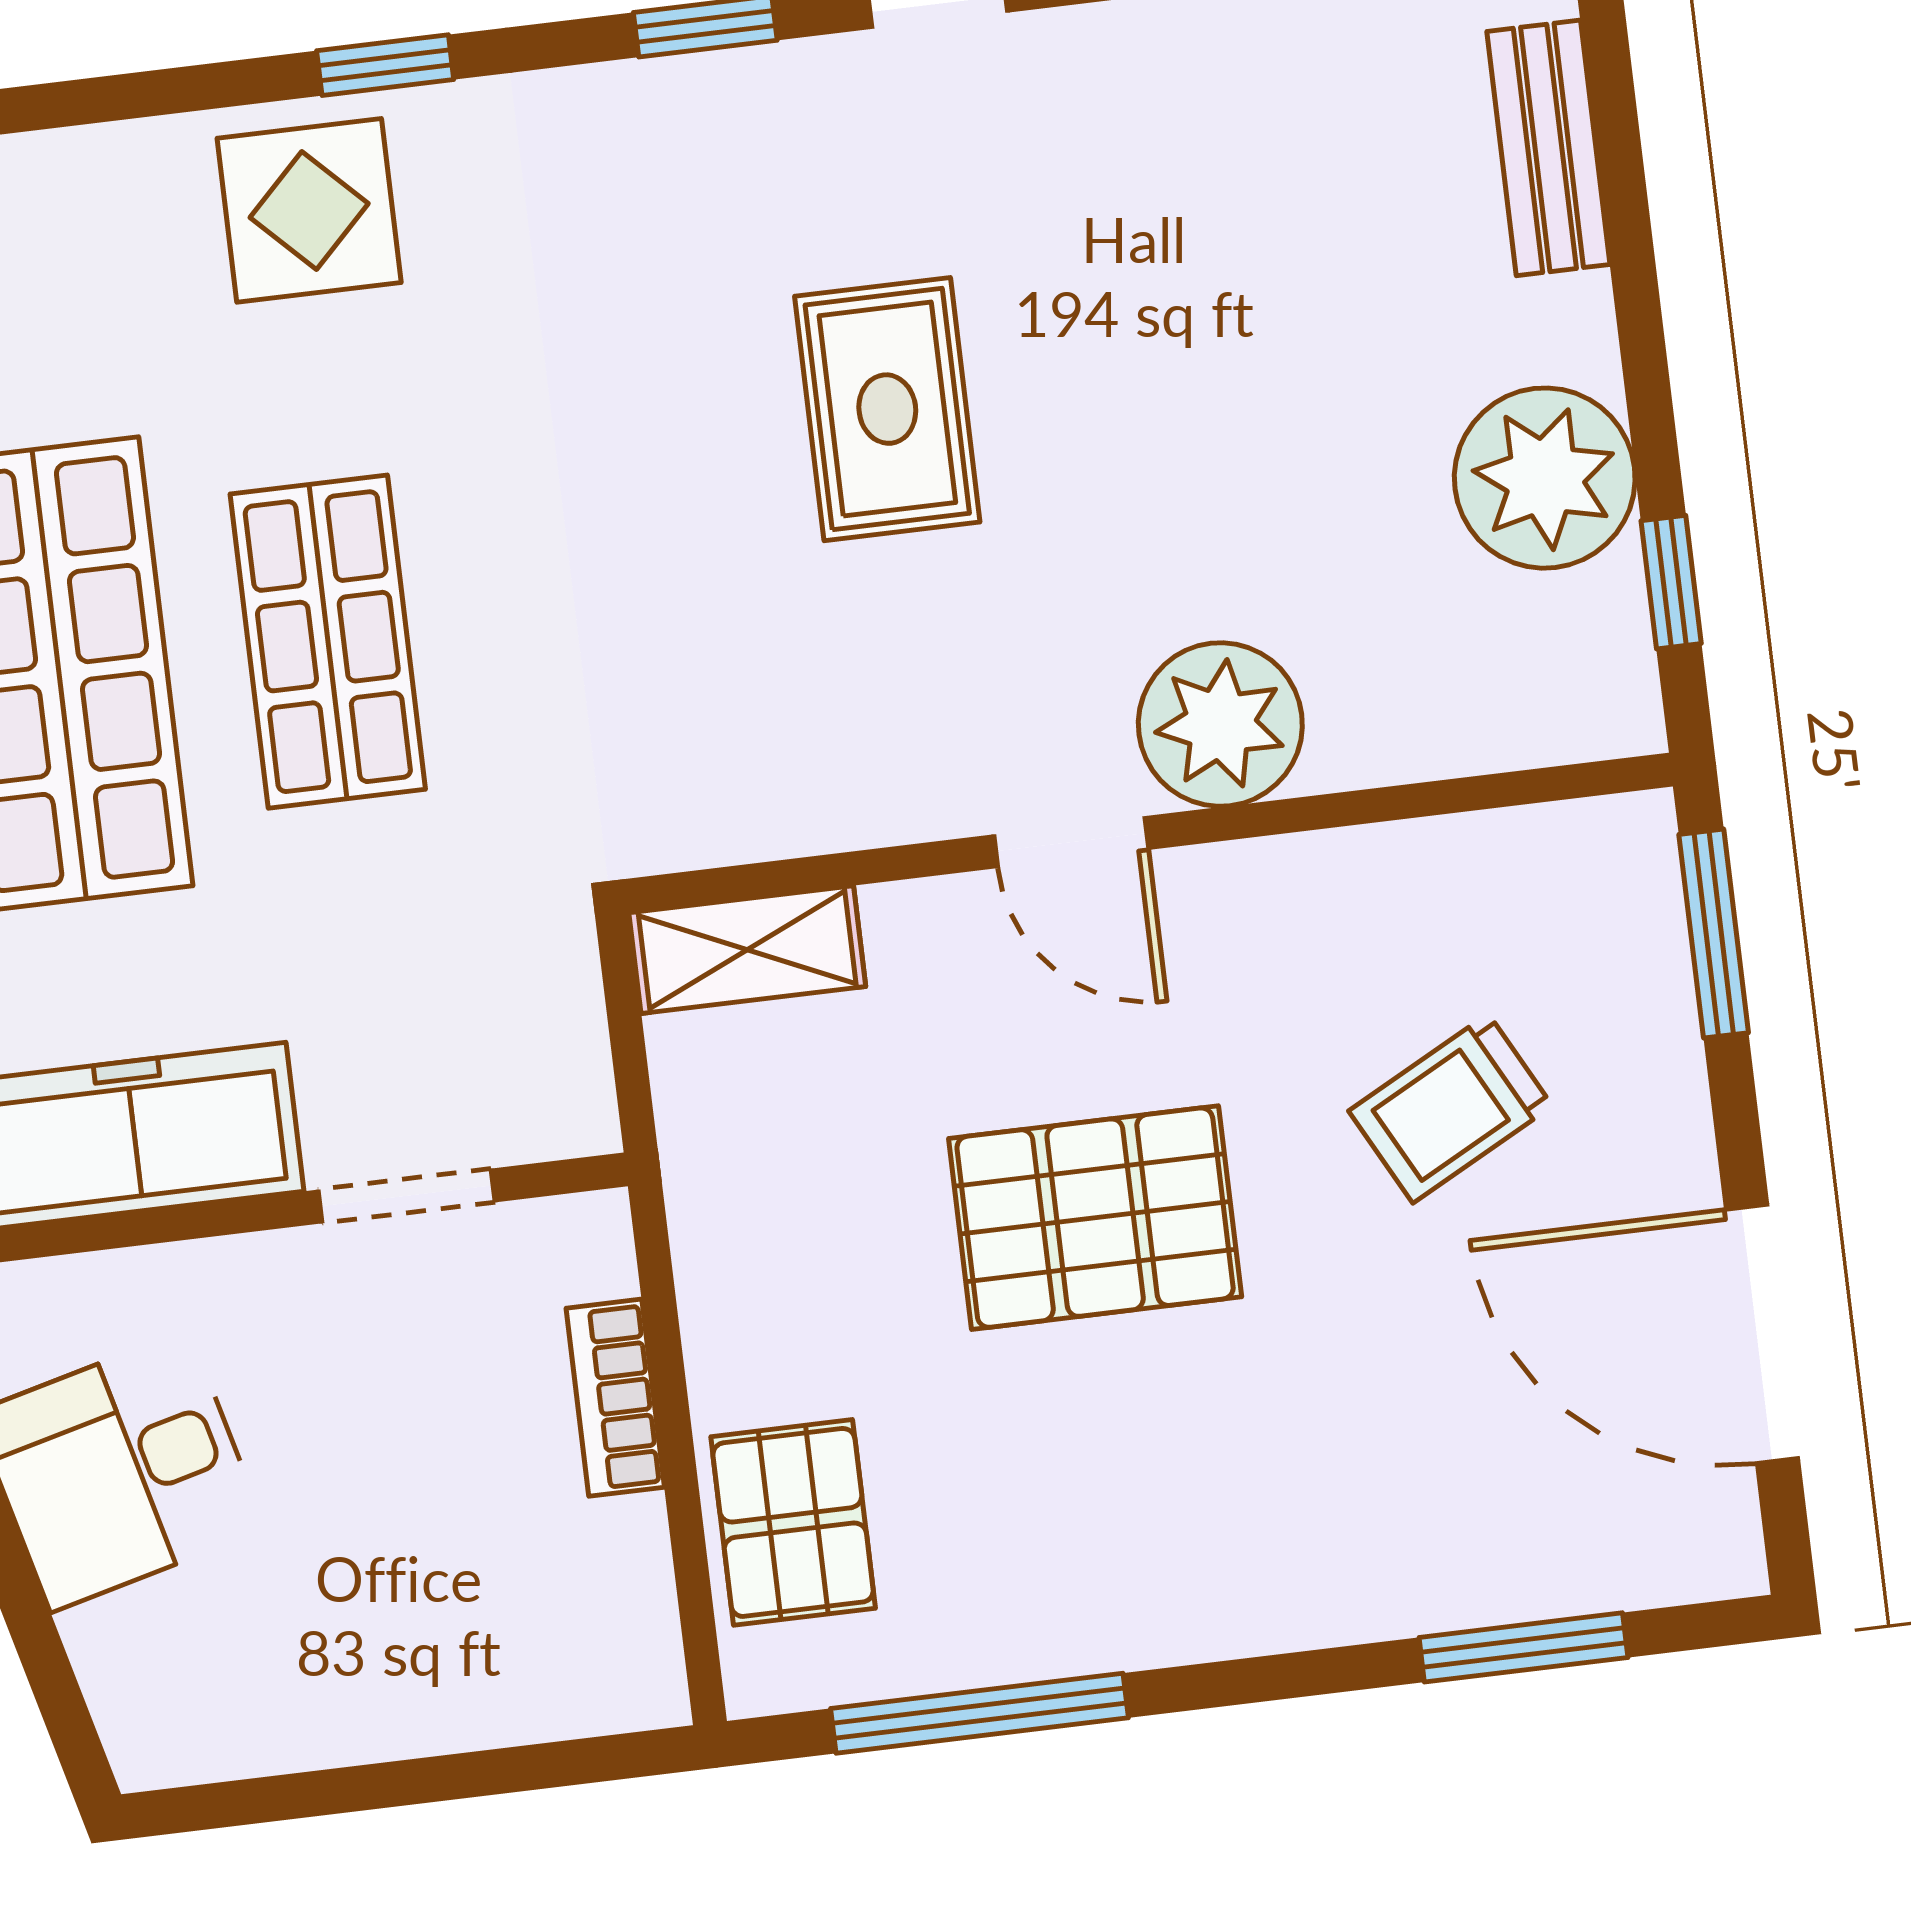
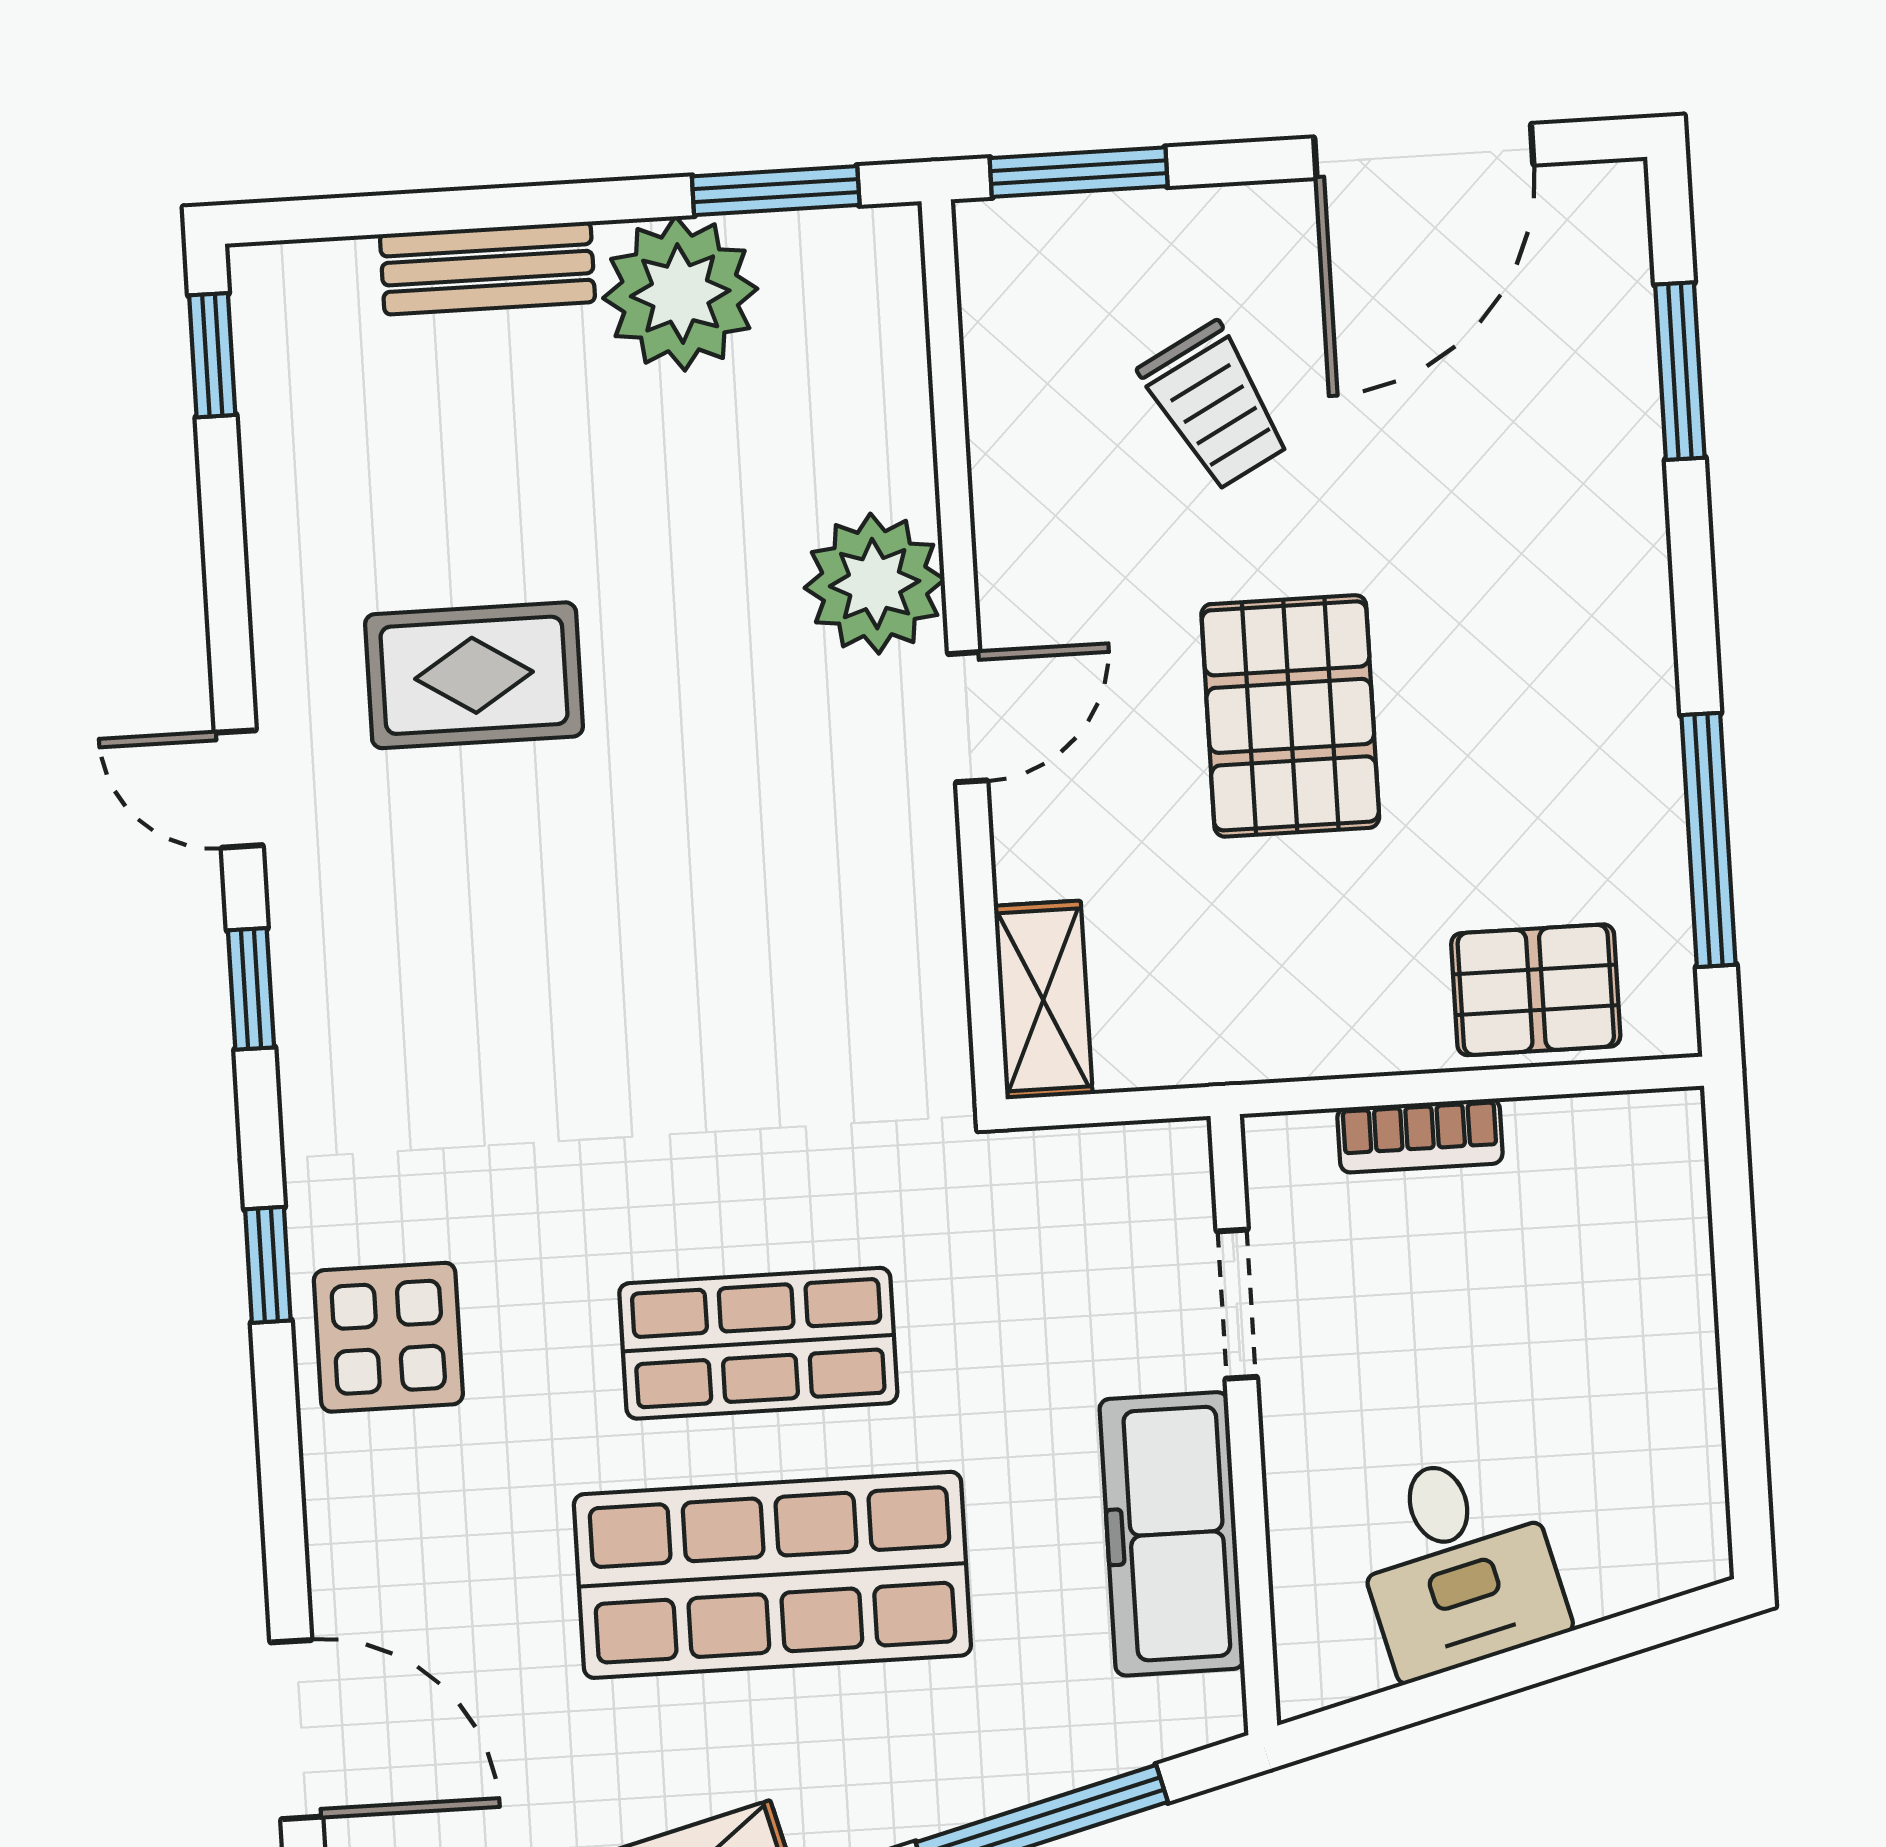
bench: (1548, 148) -> (487, 268), moved
rug: (887, 409) -> (474, 675), moved
window: (1671, 582) -> (776, 191), width x1.50

